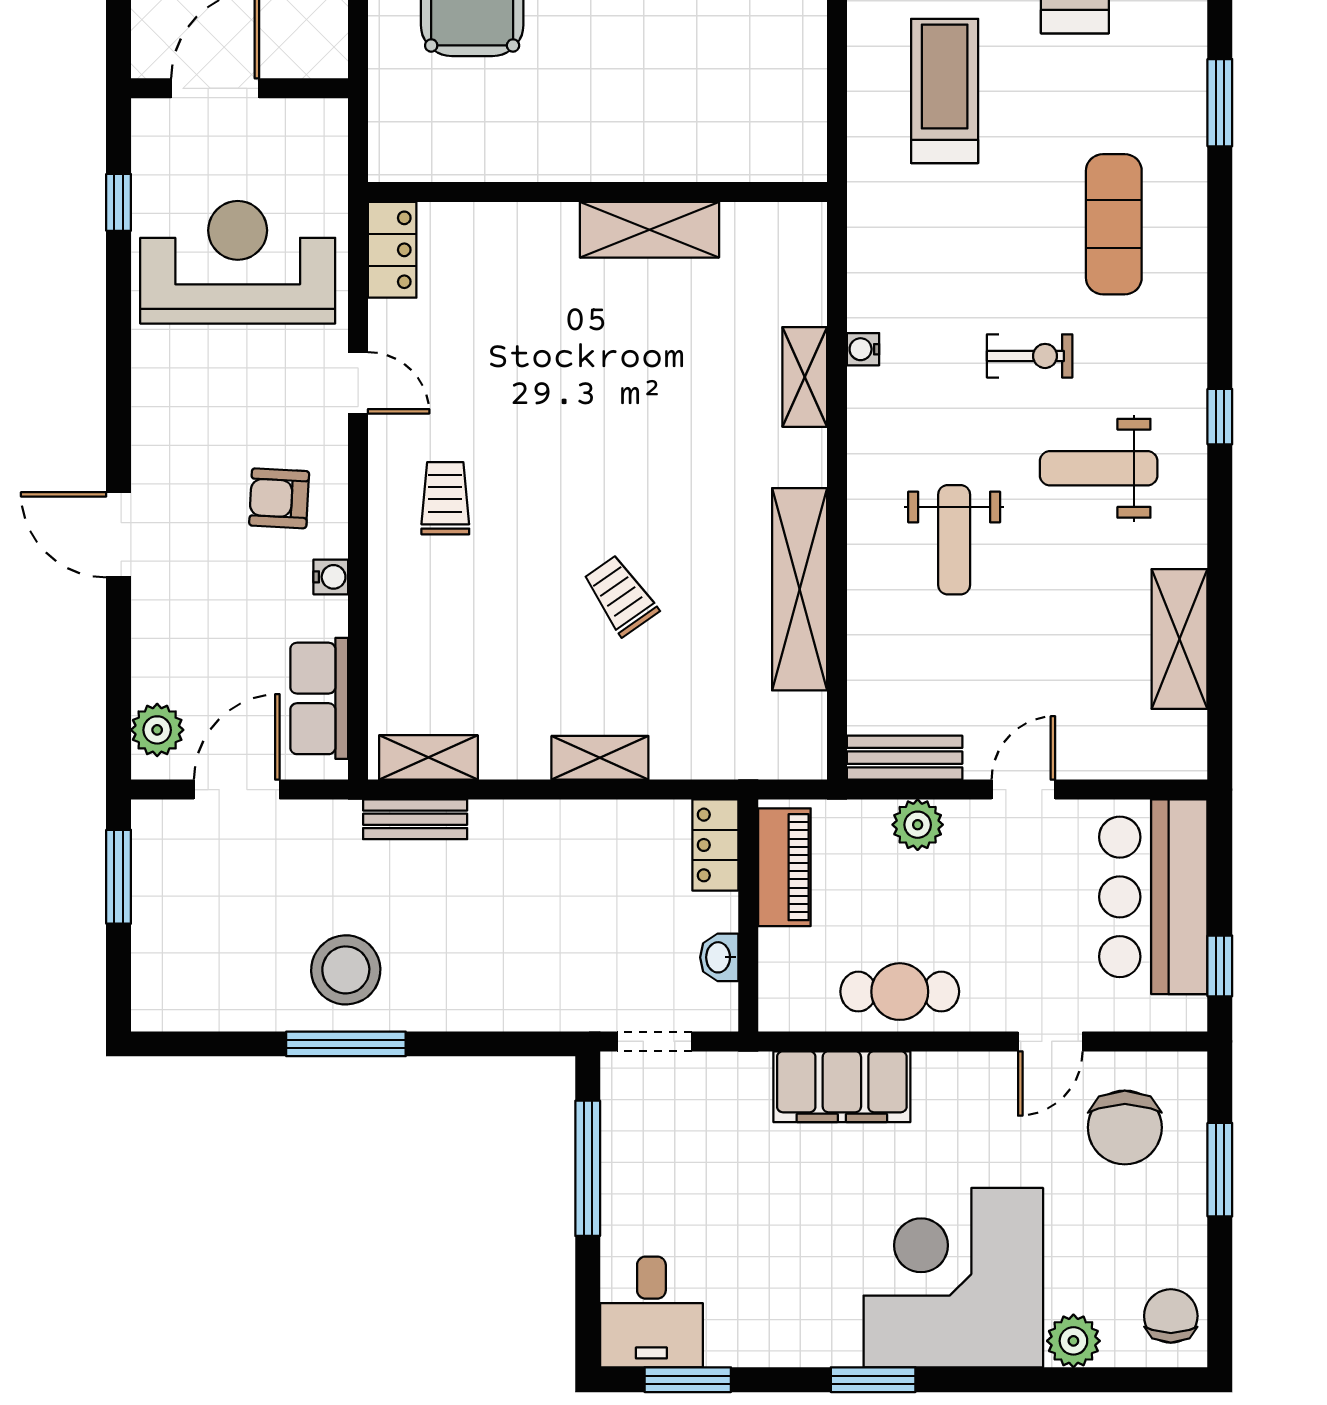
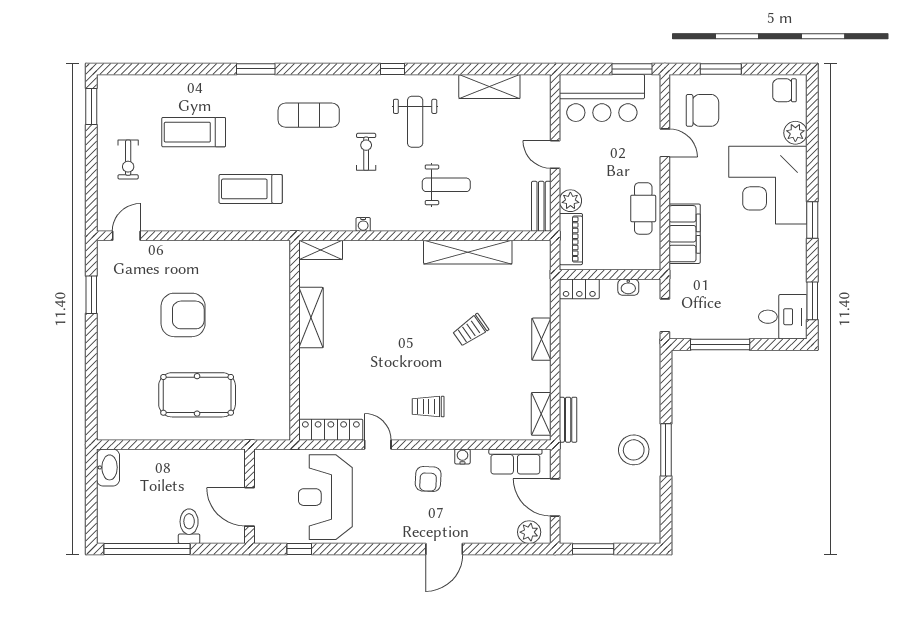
locker: (392, 250) -> (331, 430), width x1.53
shelving: (805, 377) -> (321, 250), moved
door: (358, 383) -> (378, 445), hinge flipped
piano: (784, 867) -> (571, 239), moved, turned 90
window: (1220, 966) -> (632, 69), width x1.50

